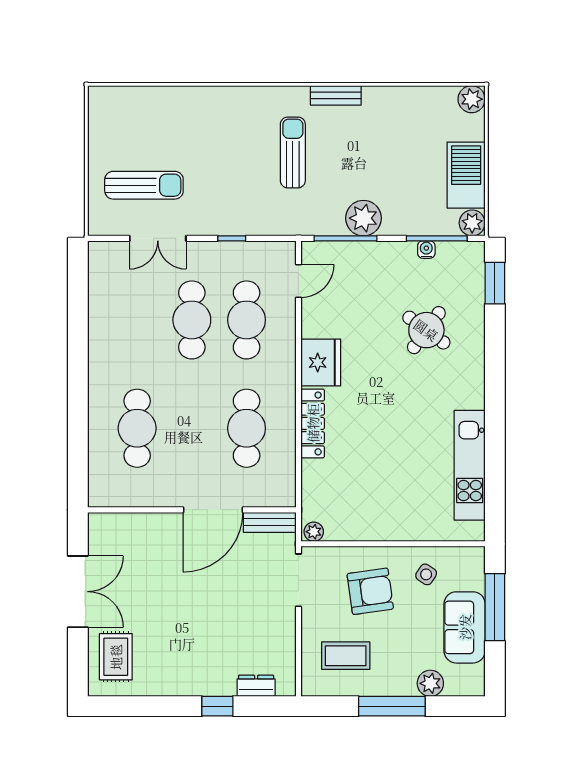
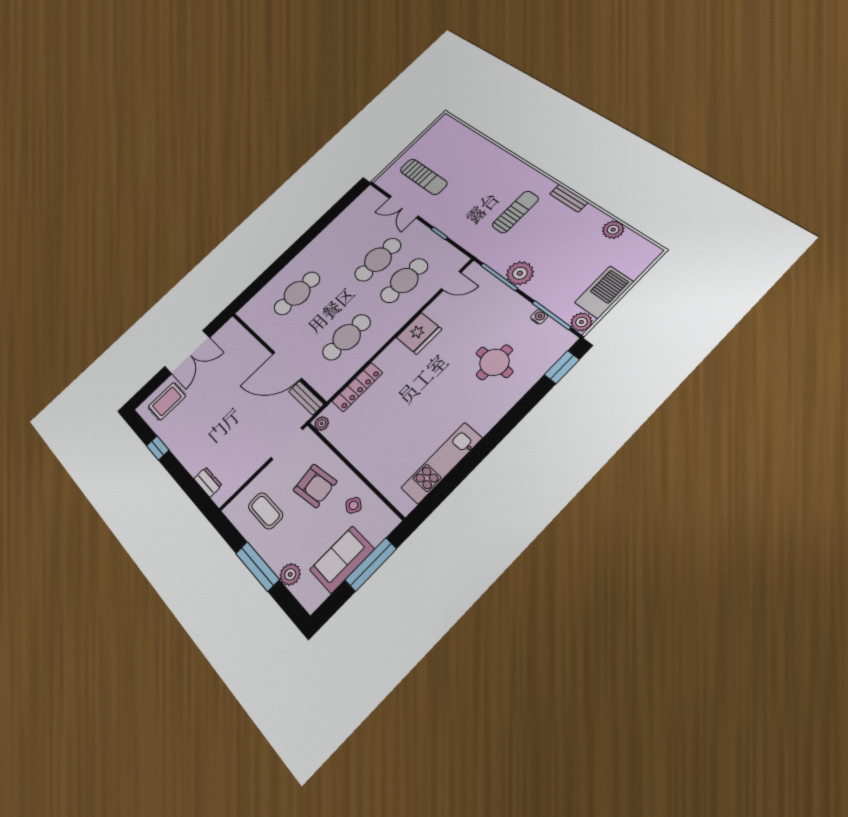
plant: (472, 99) -> (613, 230), moved
round table: (426, 330) -> (494, 362), turned -36
locker: (313, 423) -> (357, 387), moved
window: (217, 706) -> (158, 448), moved

